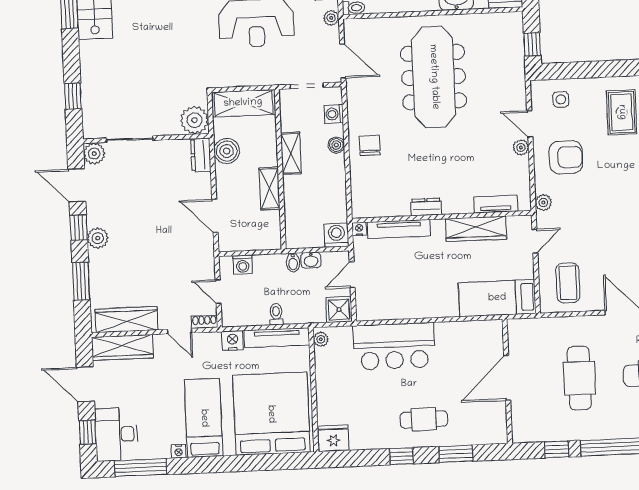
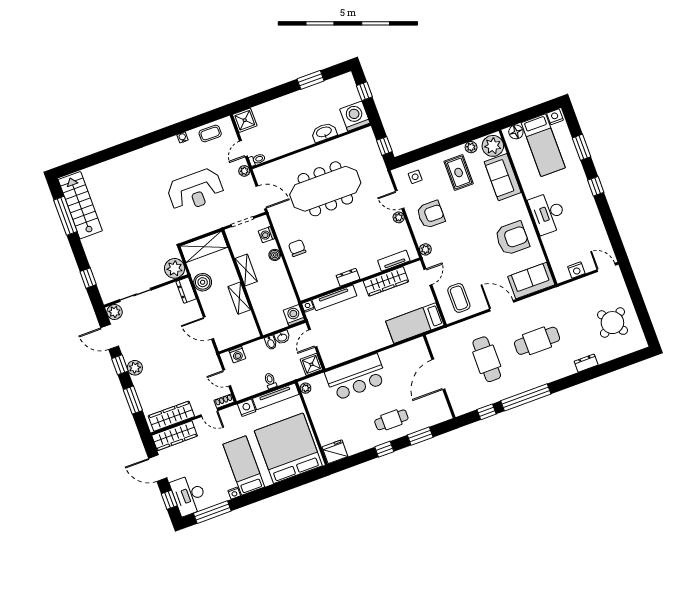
meeting table: (434, 77) -> (325, 189), turned 90

